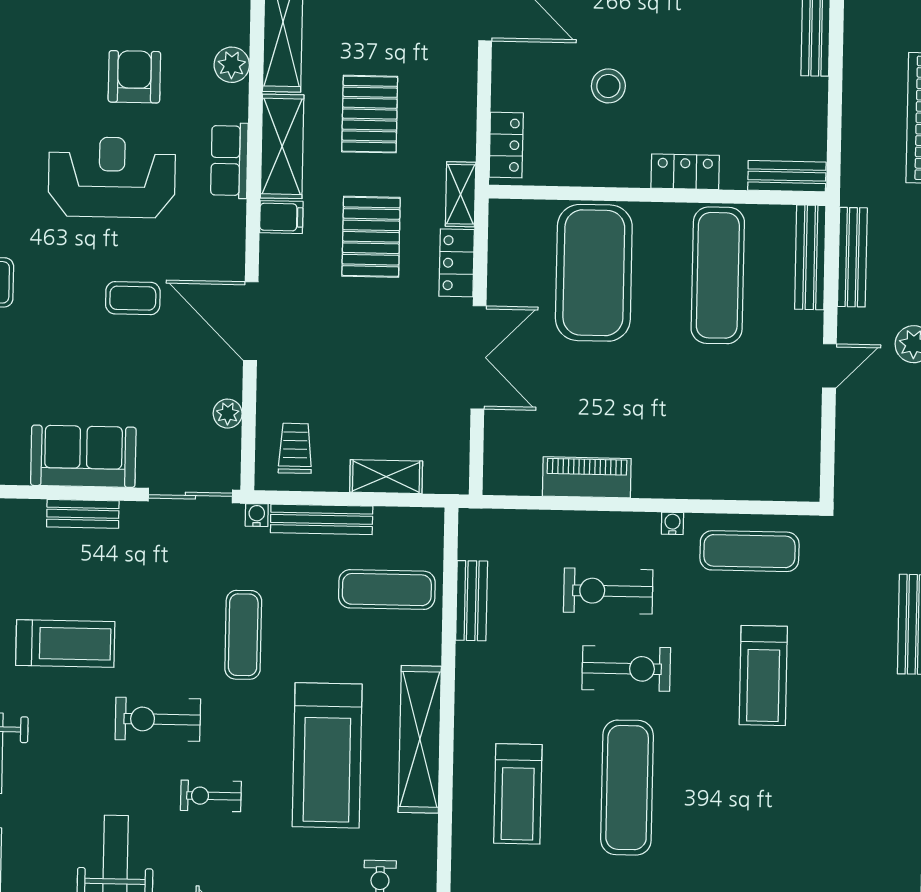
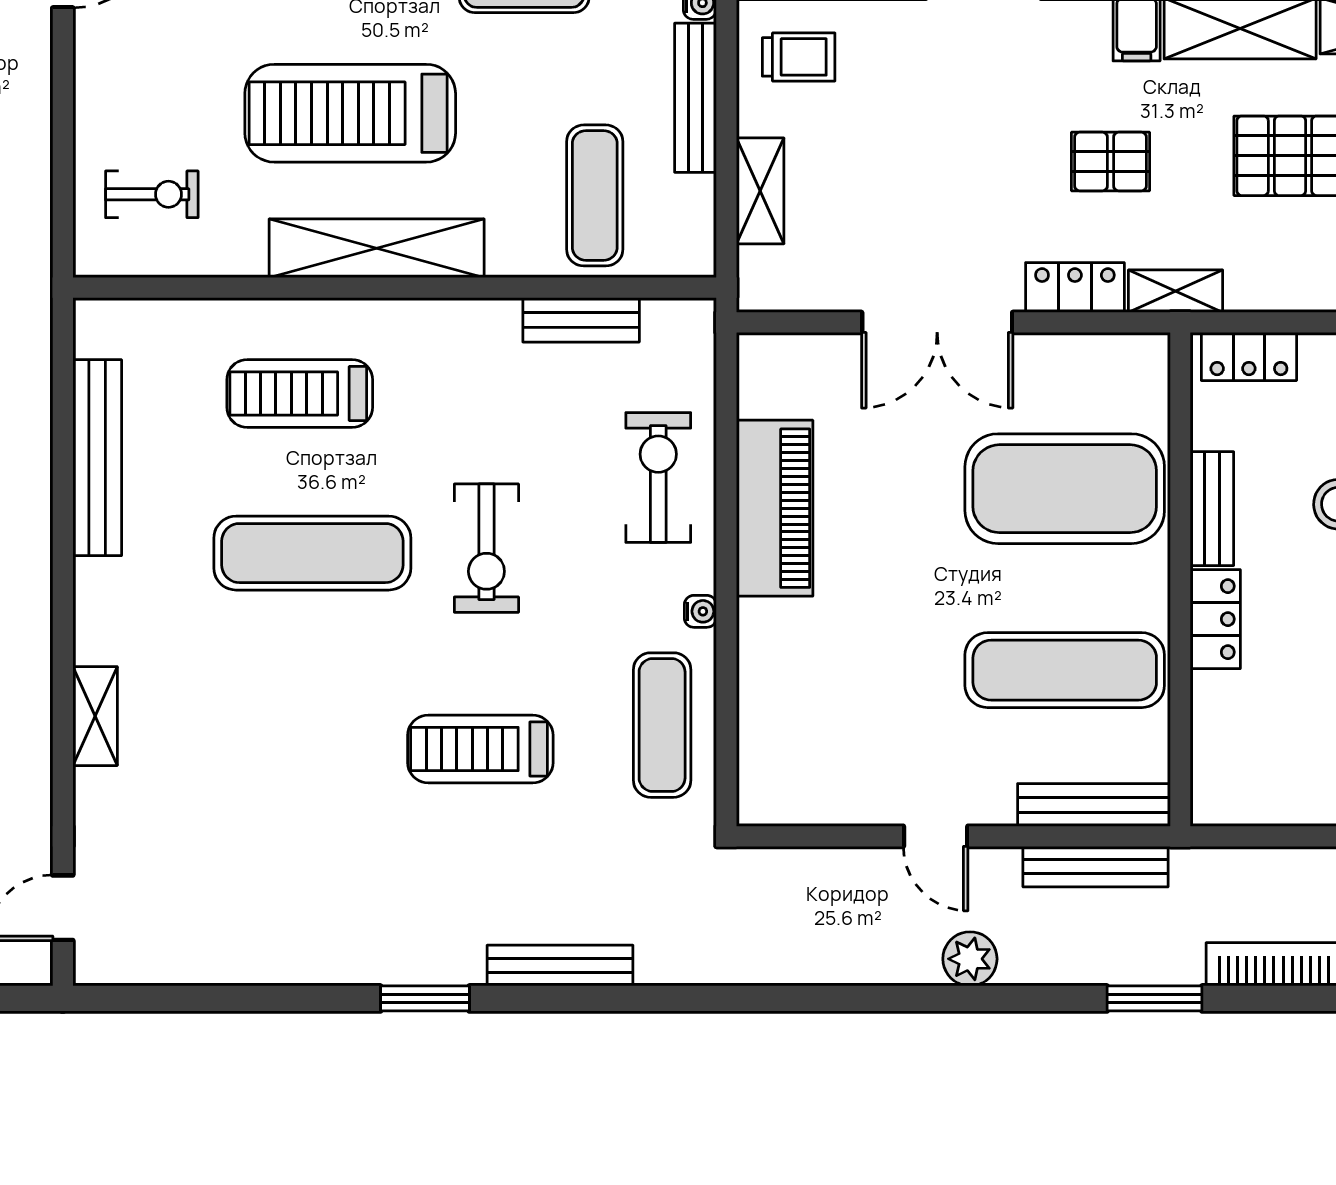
bench: (787, 176) -> (1212, 509), moved
pallet: (371, 237) -> (1110, 162), width x0.67, depth x0.71
piano: (587, 477) -> (775, 508), width x1.37, depth x1.33
exercise bike: (608, 591) -> (658, 478), moved

